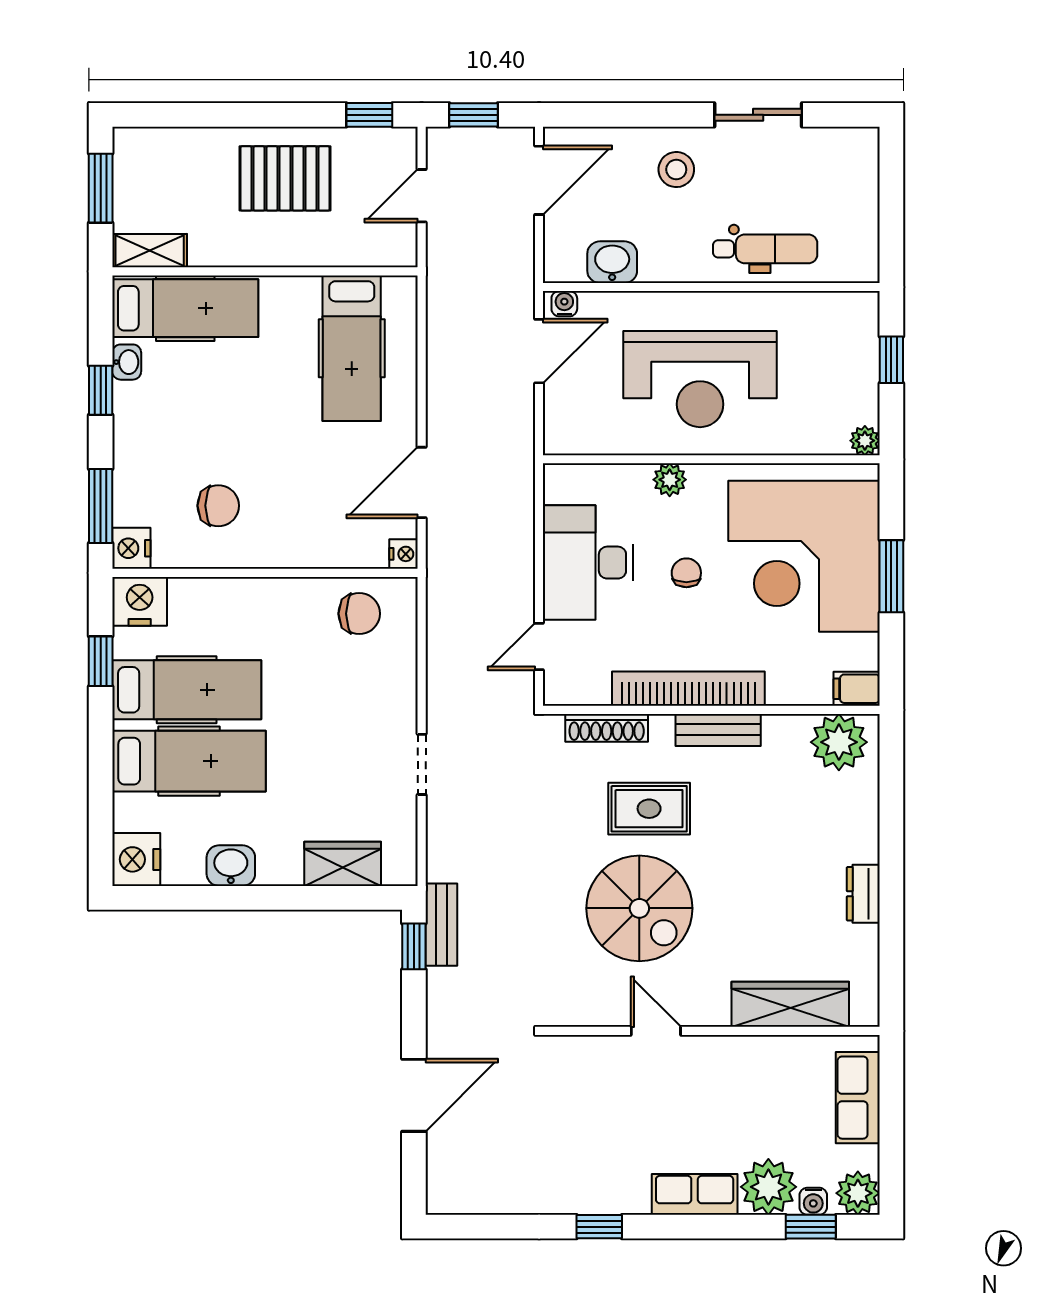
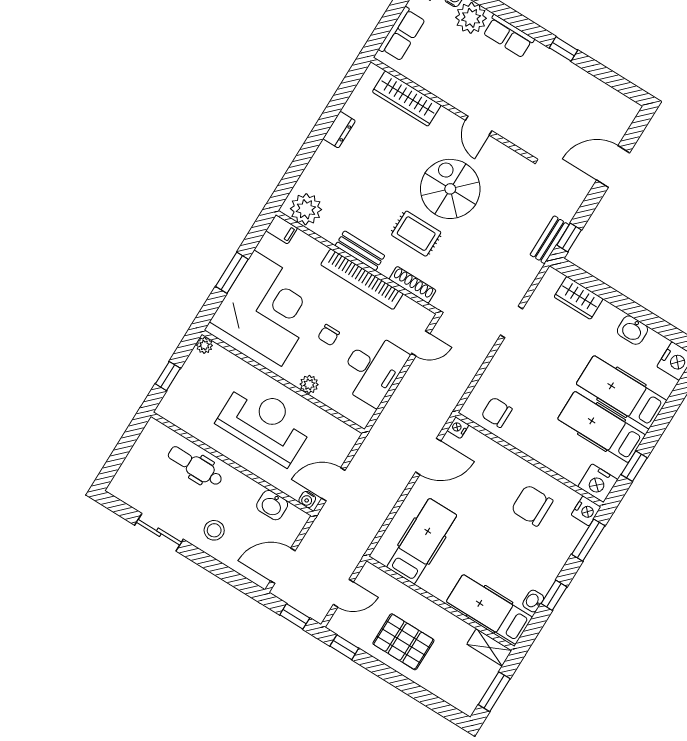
chair: (218, 506) -> (532, 505), width x1.37, depth x1.37

